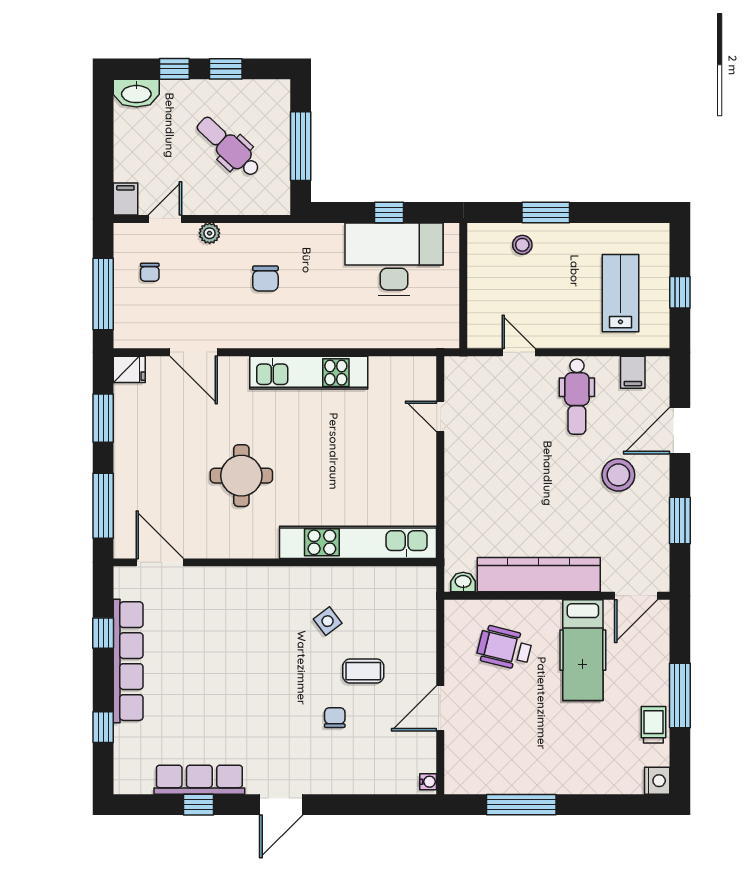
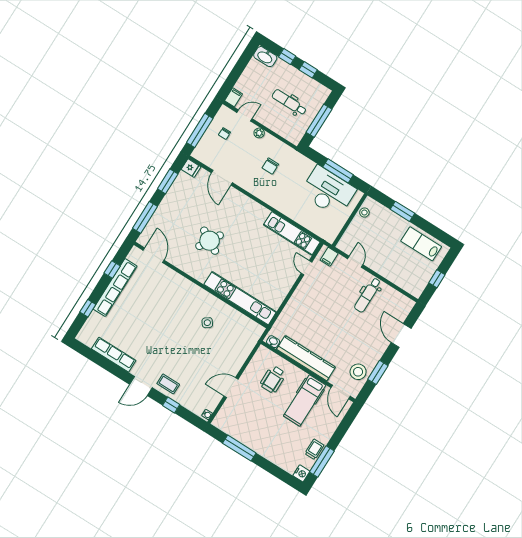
dental chair: (228, 147) -> (289, 102), turned -43
window: (389, 212) -> (338, 171), width x2.17
stool: (522, 245) -> (364, 213), moved
lab bench: (620, 293) -> (421, 244), moved, turned -90
filing cabinet: (633, 372) -> (329, 257), moved
kitchen unit: (309, 373) -> (292, 233), moved
door: (680, 431) -> (401, 336), hinge flipped
stool: (618, 475) -> (358, 372), moved
round table: (241, 476) -> (210, 241), turned 30
door: (636, 596) -> (341, 392), hinge flipped
wheelchair: (504, 648) -> (273, 379), turned -104
coffee table: (363, 671) -> (168, 384), moved
window: (680, 696) -> (322, 461), moved
chair: (335, 718) -> (185, 364), removed
window: (199, 805) -> (171, 405), moved

